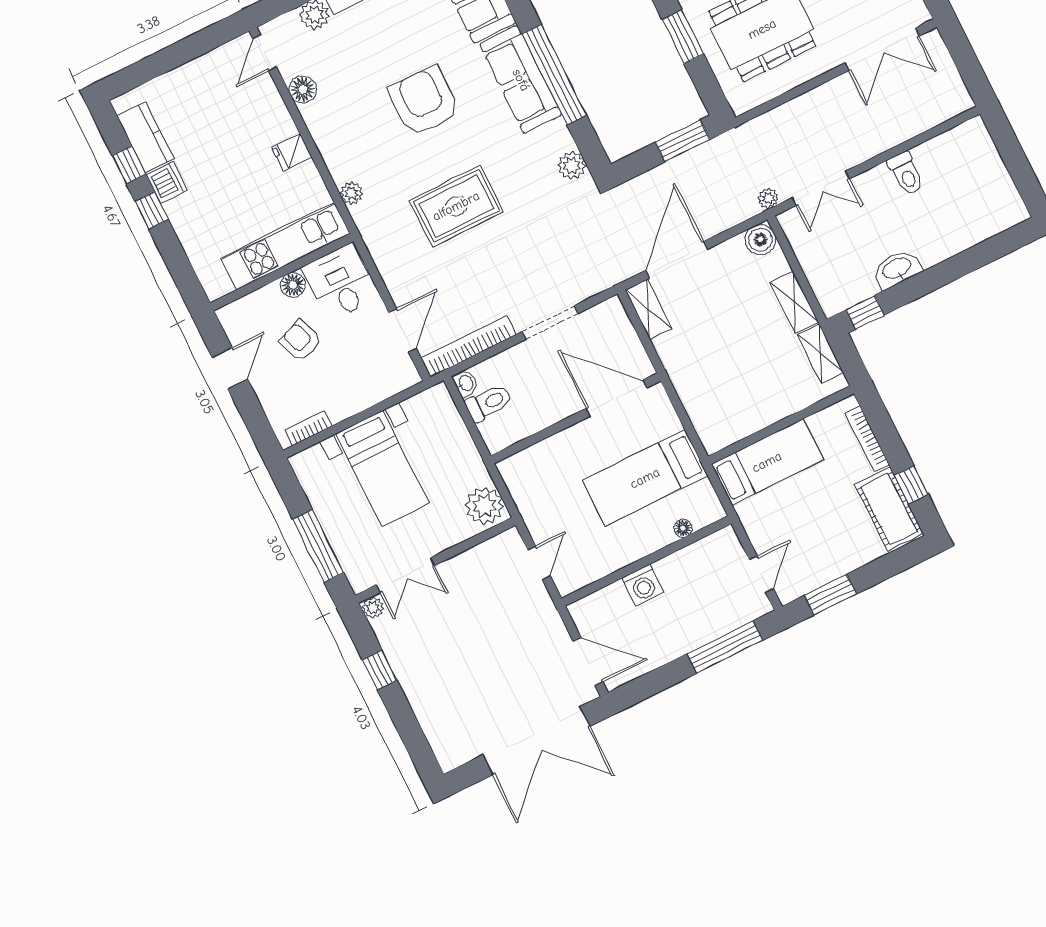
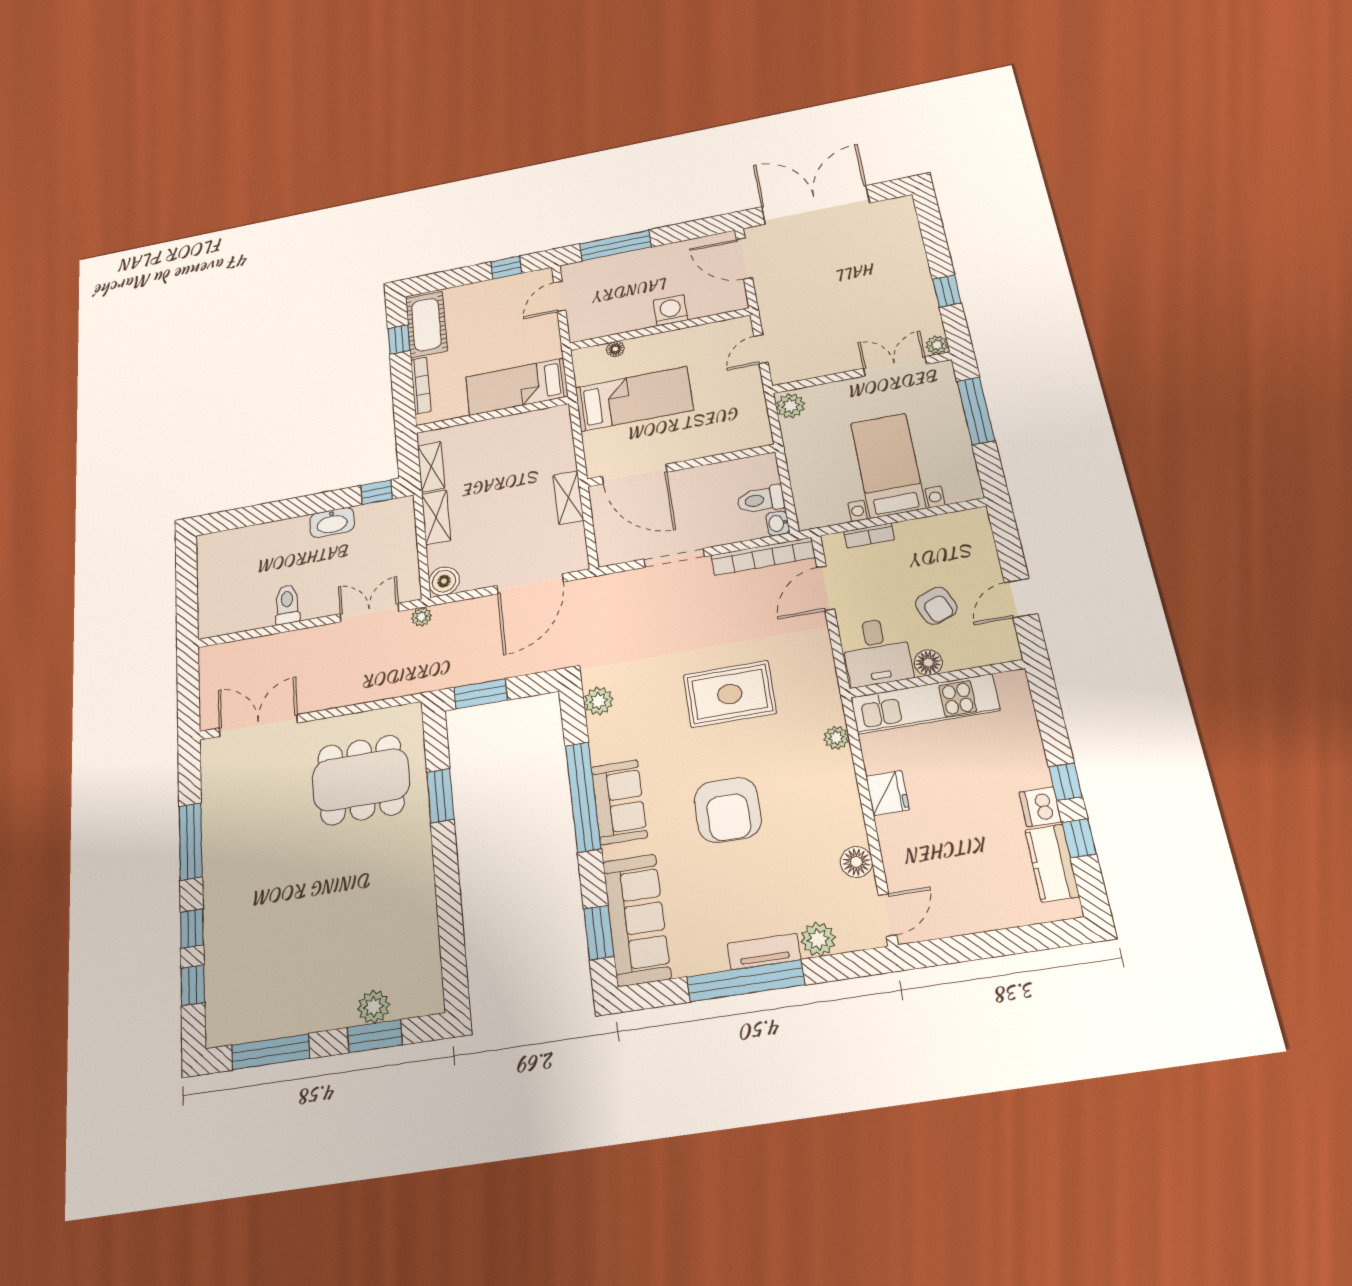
sofa: (521, 80) -> (619, 802), width x0.73
fridge: (292, 152) -> (888, 793), width x1.38
shelving: (648, 309) -> (568, 498), moved
bookcase: (308, 428) -> (869, 536), moved
plant: (485, 506) -> (790, 406), width x0.73, depth x0.73
window: (830, 595) -> (506, 268), width x0.67

